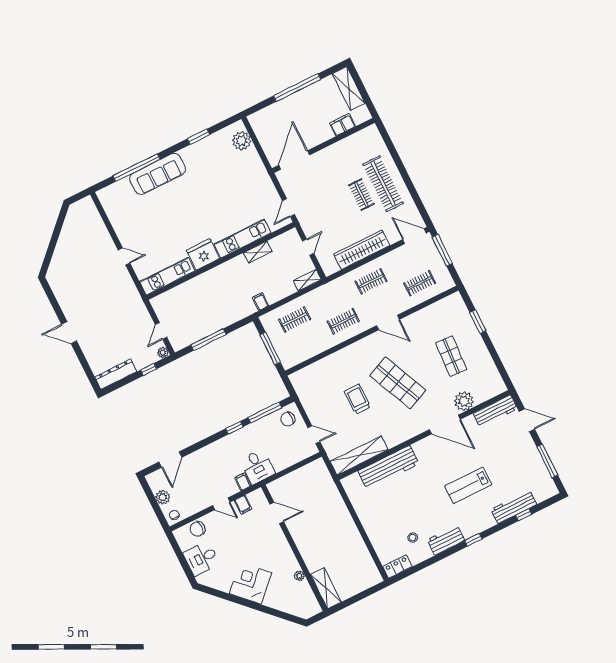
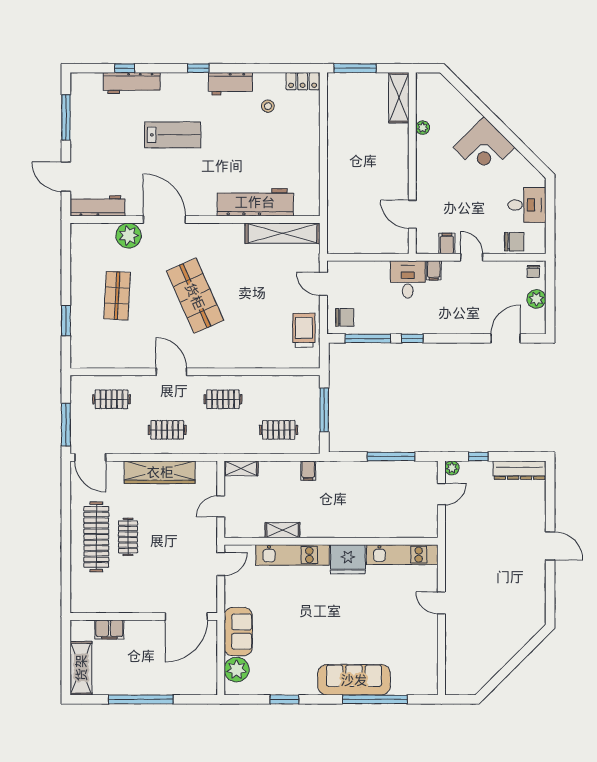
sofa: (253, 167) -> (238, 632), added
trolley: (357, 399) -> (304, 330), moved, turned 180
window: (366, 593) -> (355, 68), added

